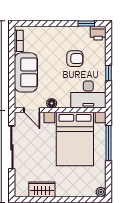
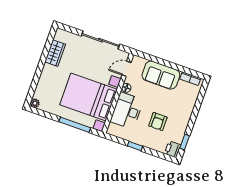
desk: (88, 95) -> (127, 111), moved

